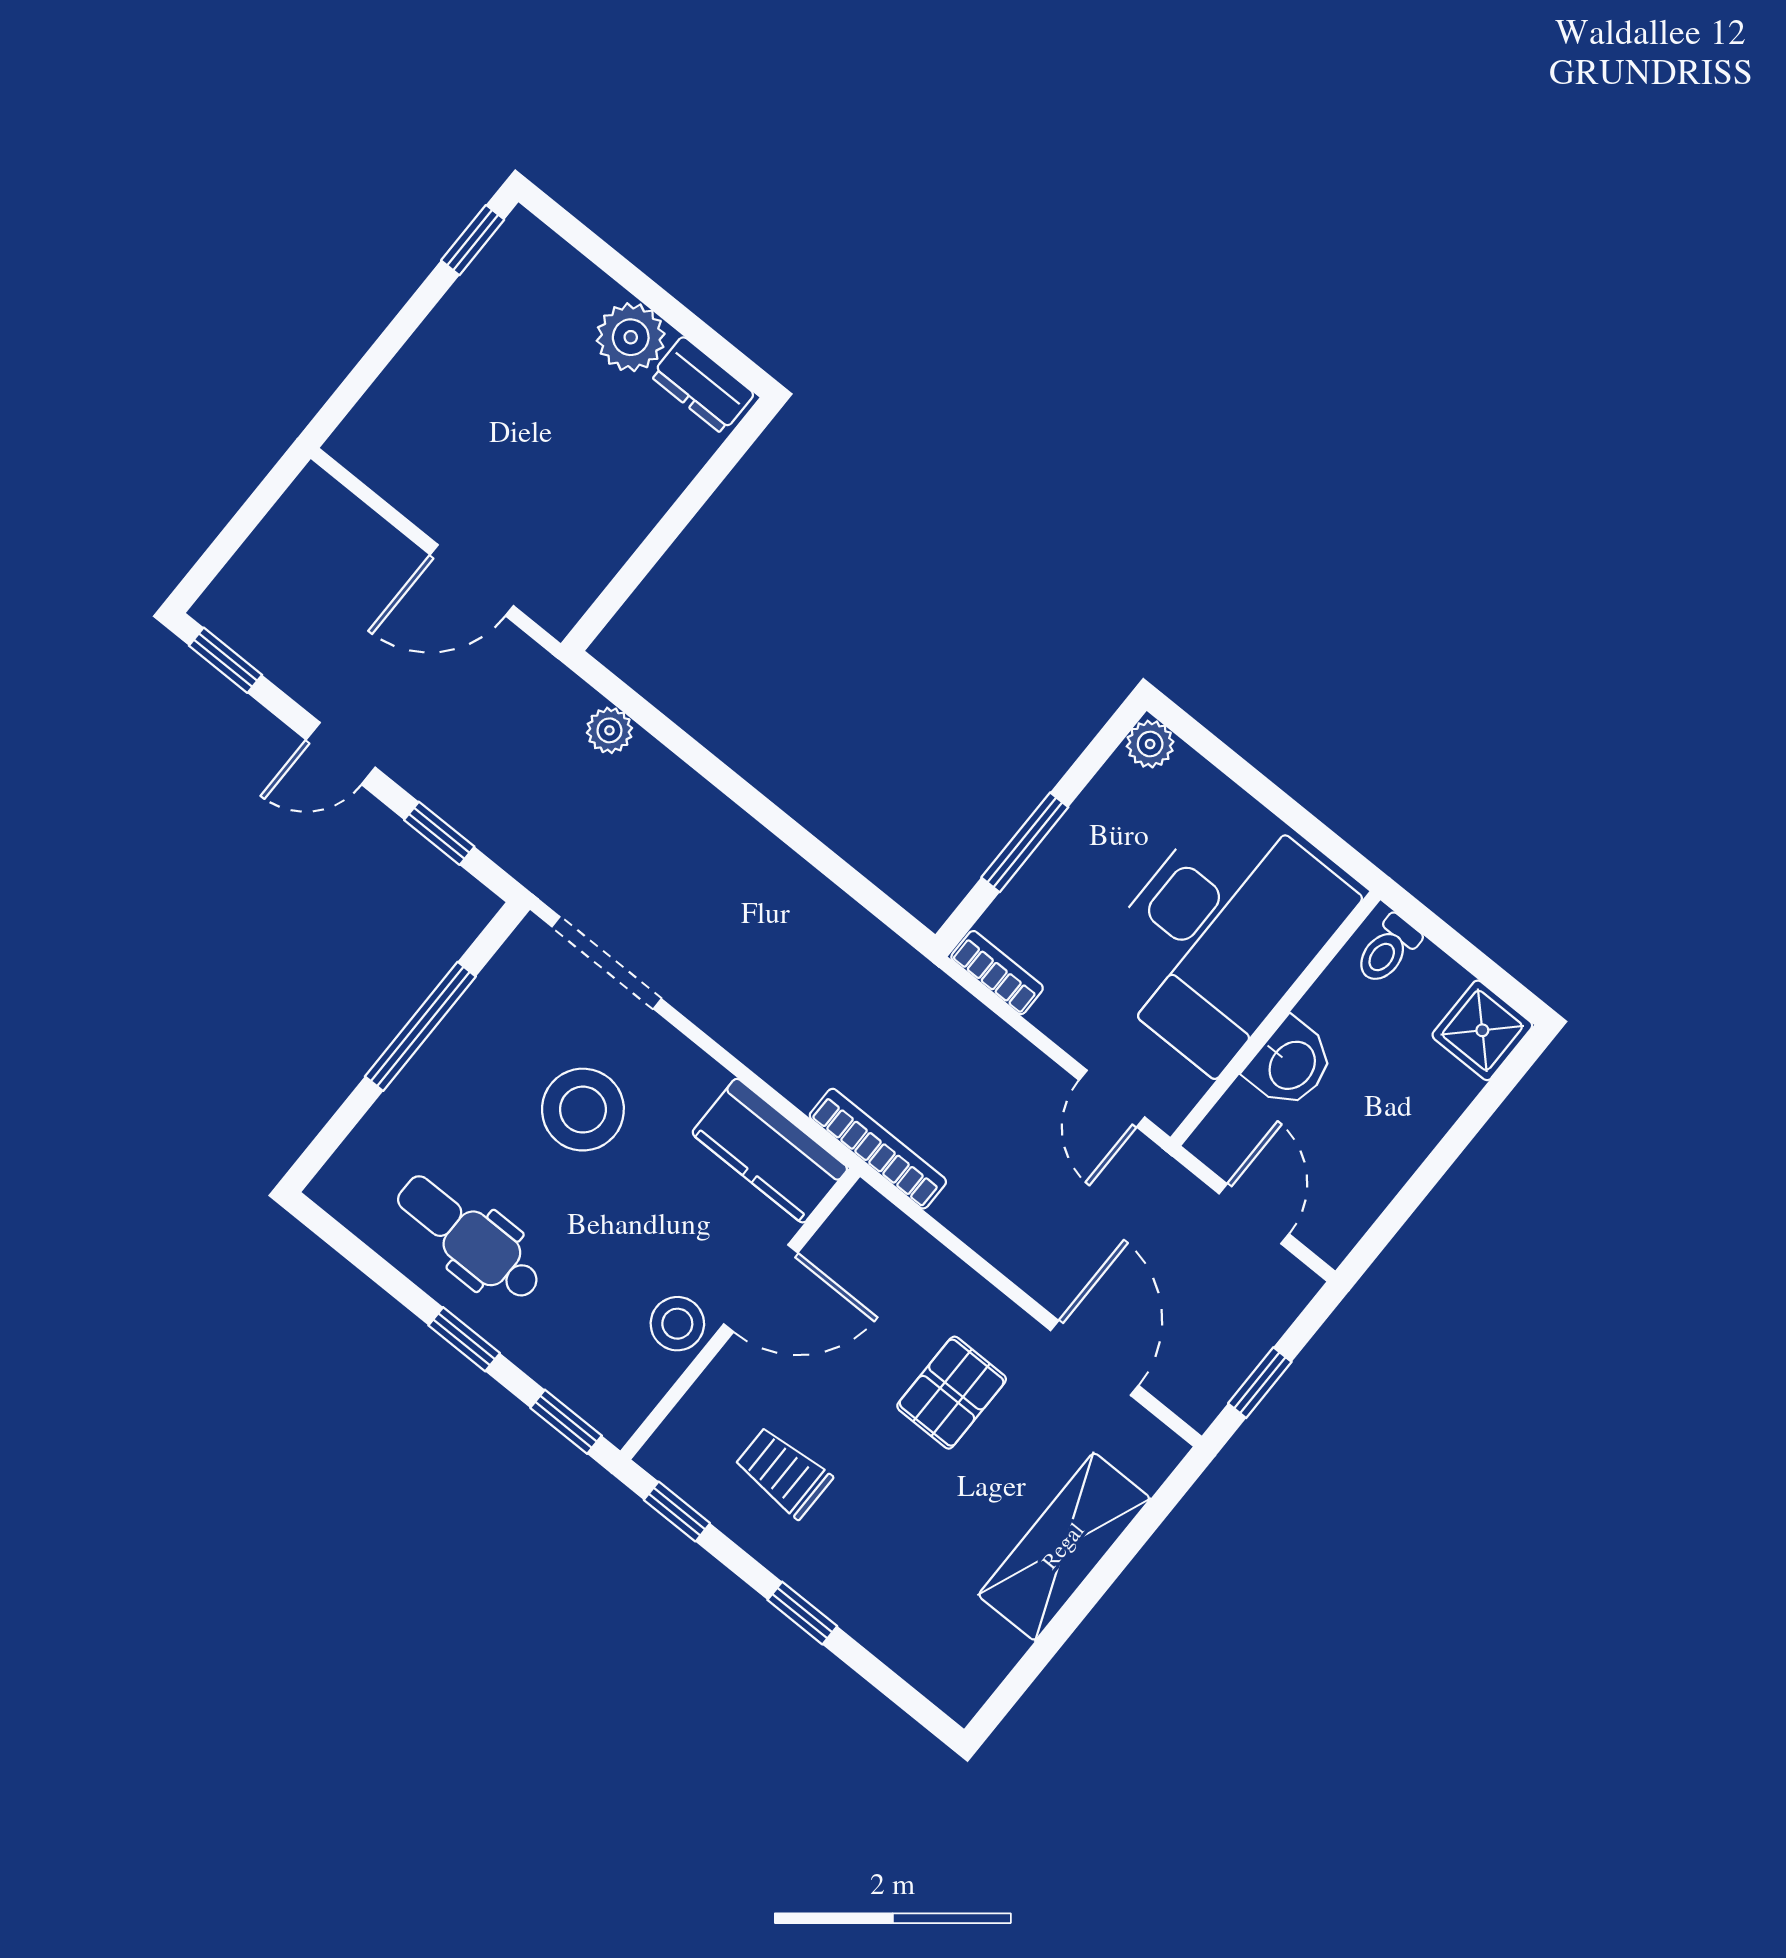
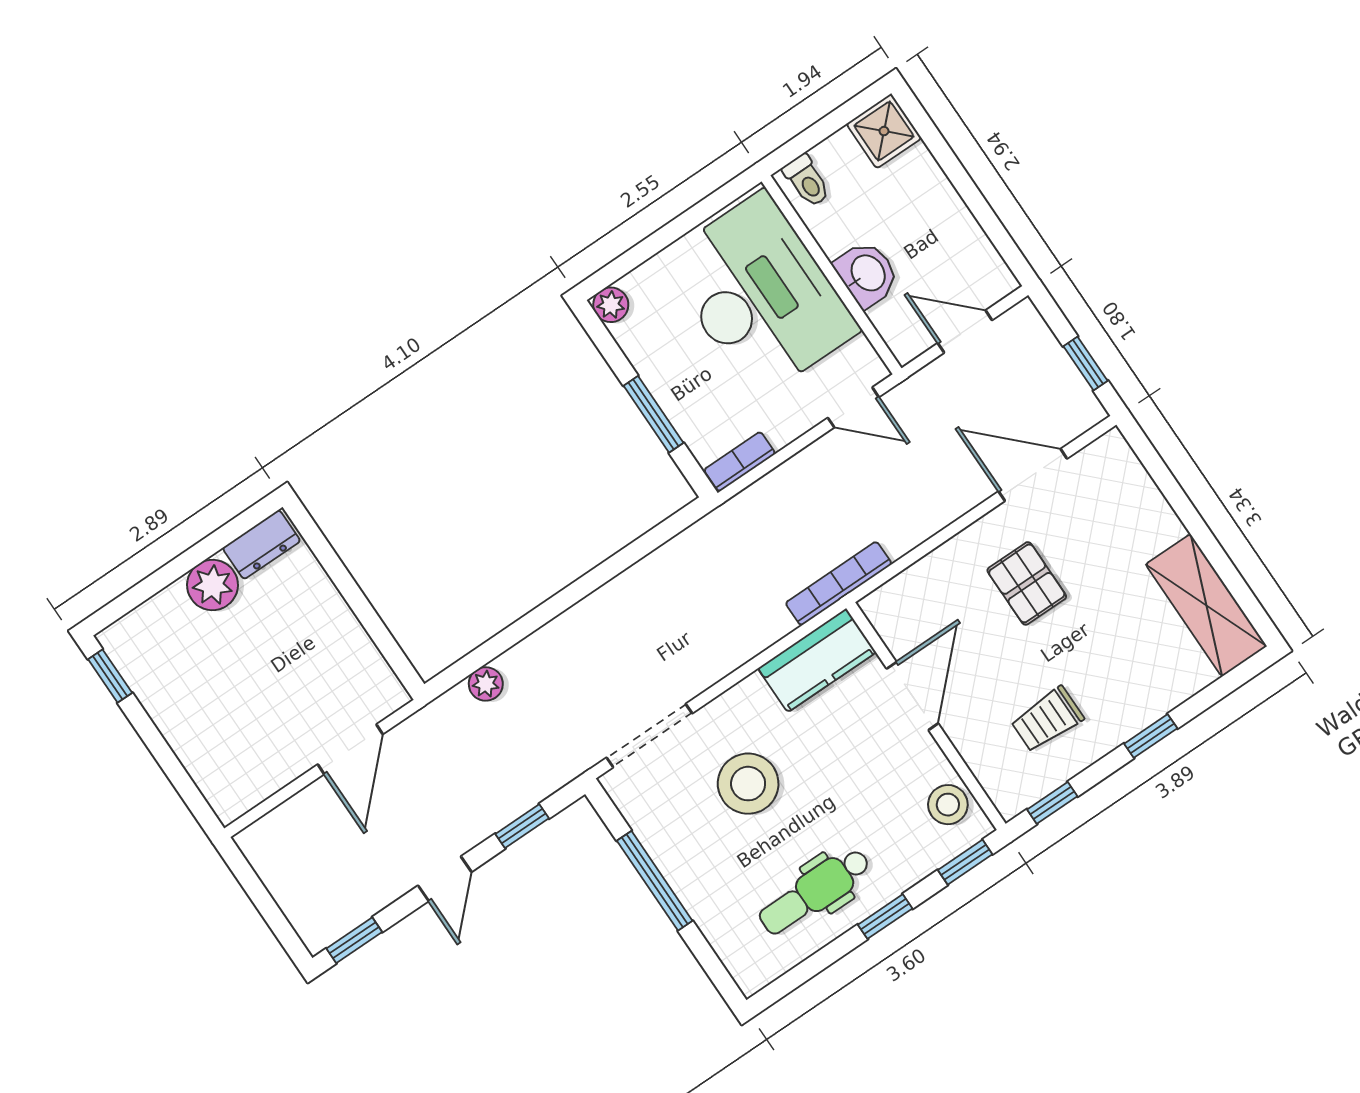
stool: (677, 1324) -> (948, 805), moved
shelving: (1064, 1547) -> (1206, 605), moved

